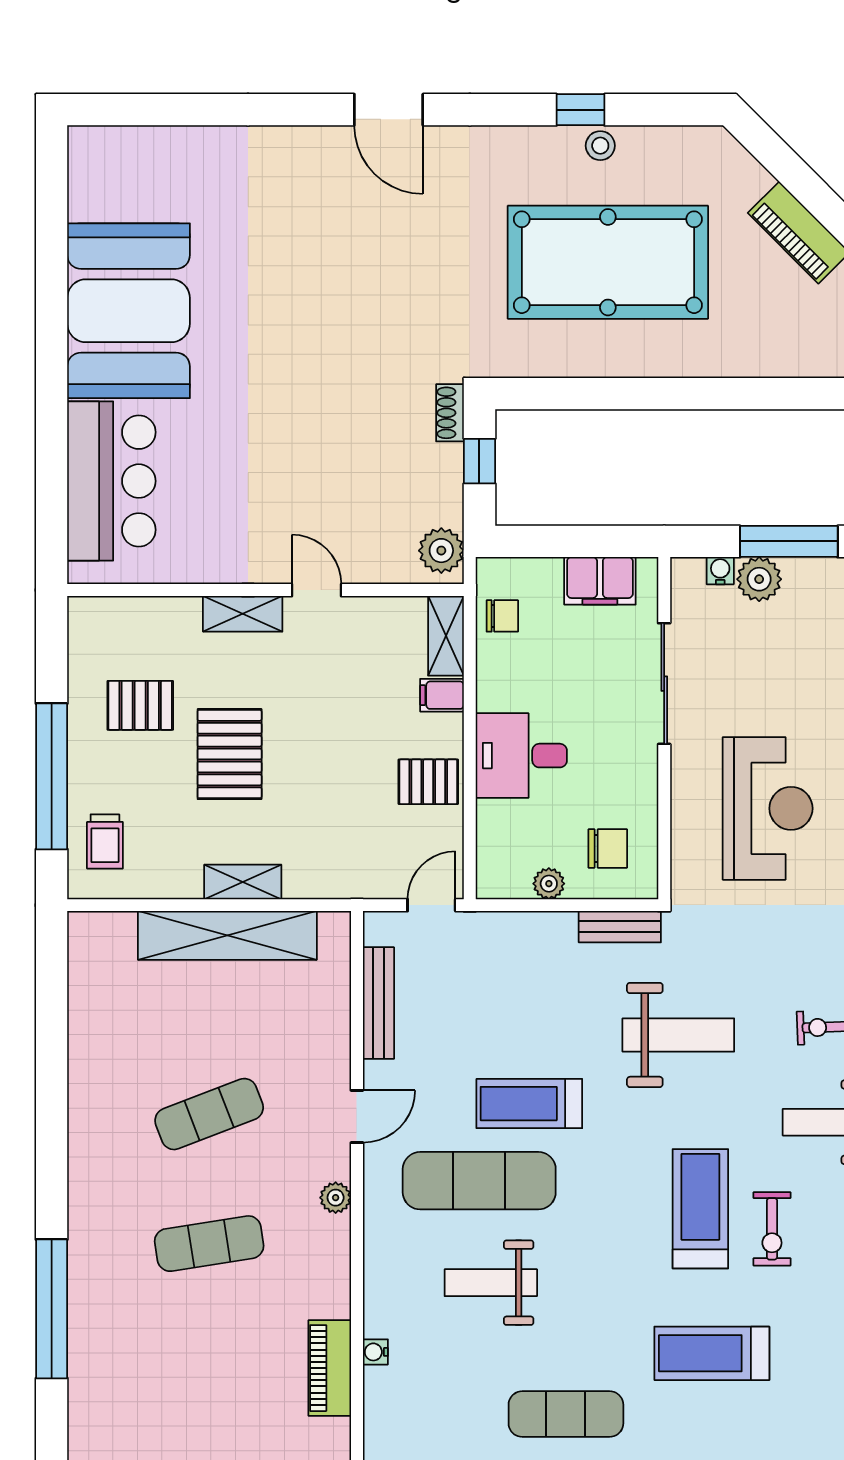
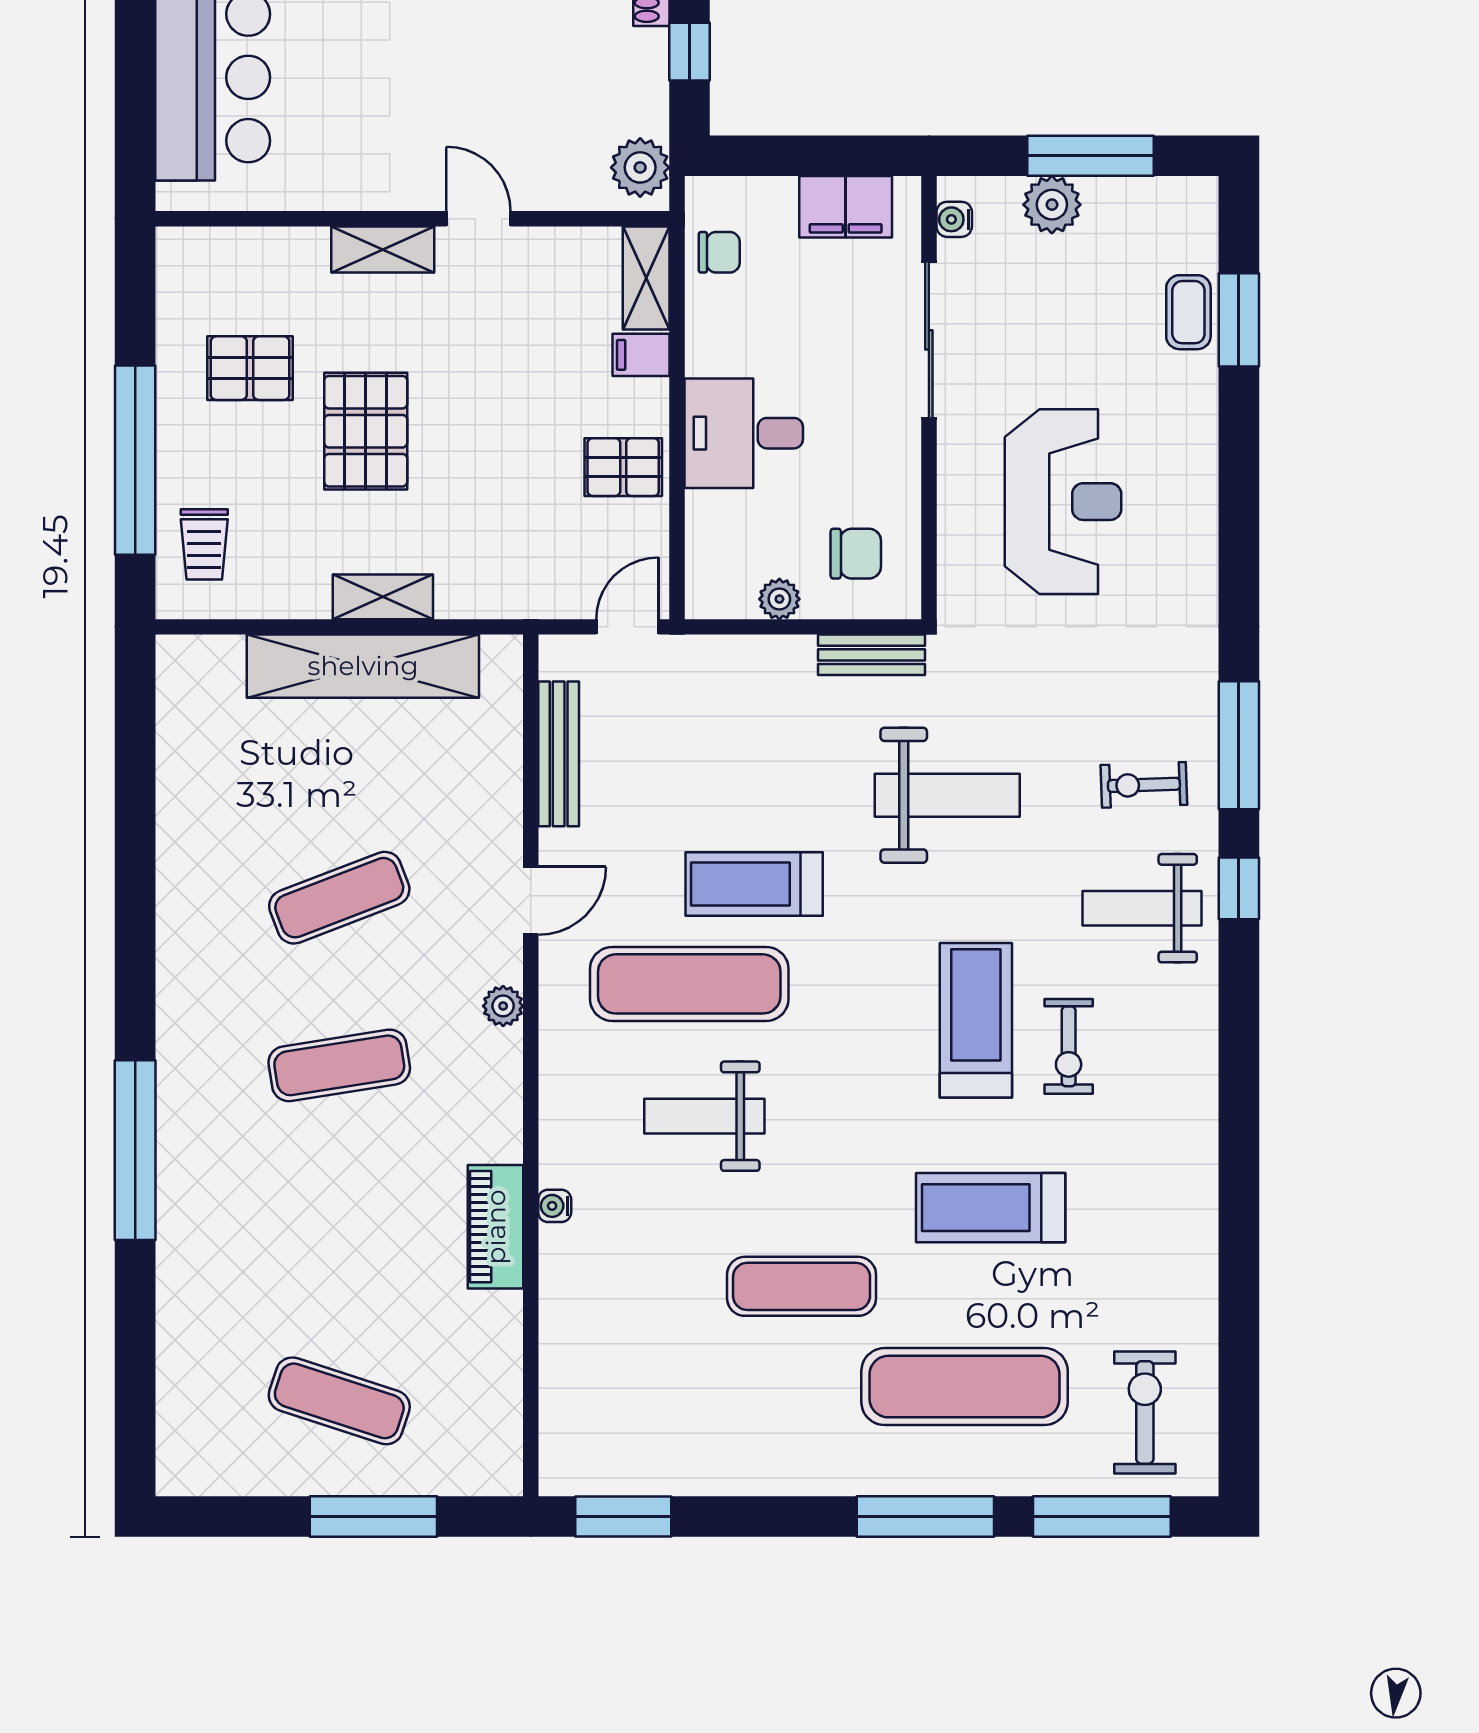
water cooler: (720, 571) -> (954, 219), moved, turned -90

